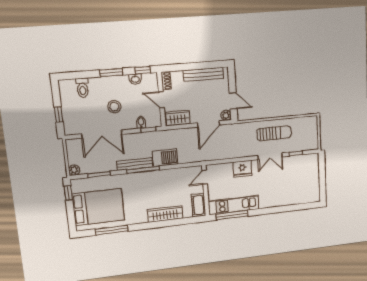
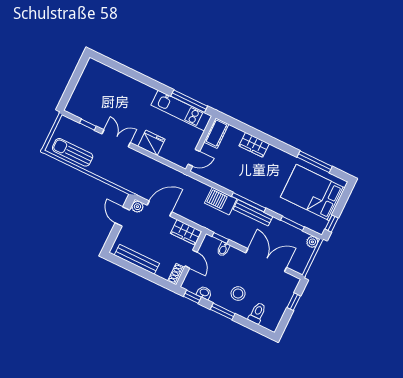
stool: (114, 107) -> (238, 294), moved
sun lounger: (274, 133) -> (73, 152), moved
wardrobe: (165, 214) -> (254, 145), width x0.67

